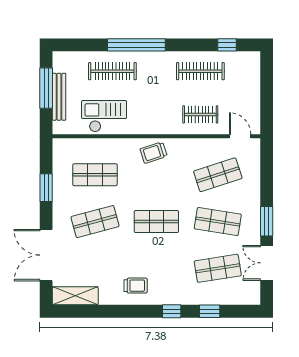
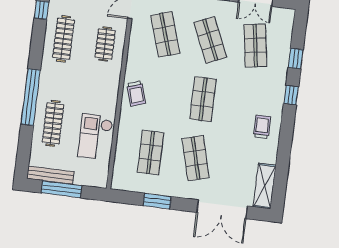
bench: (59, 97) -> (50, 175), moved
shop shelf: (218, 222) -> (210, 40), turned -33

